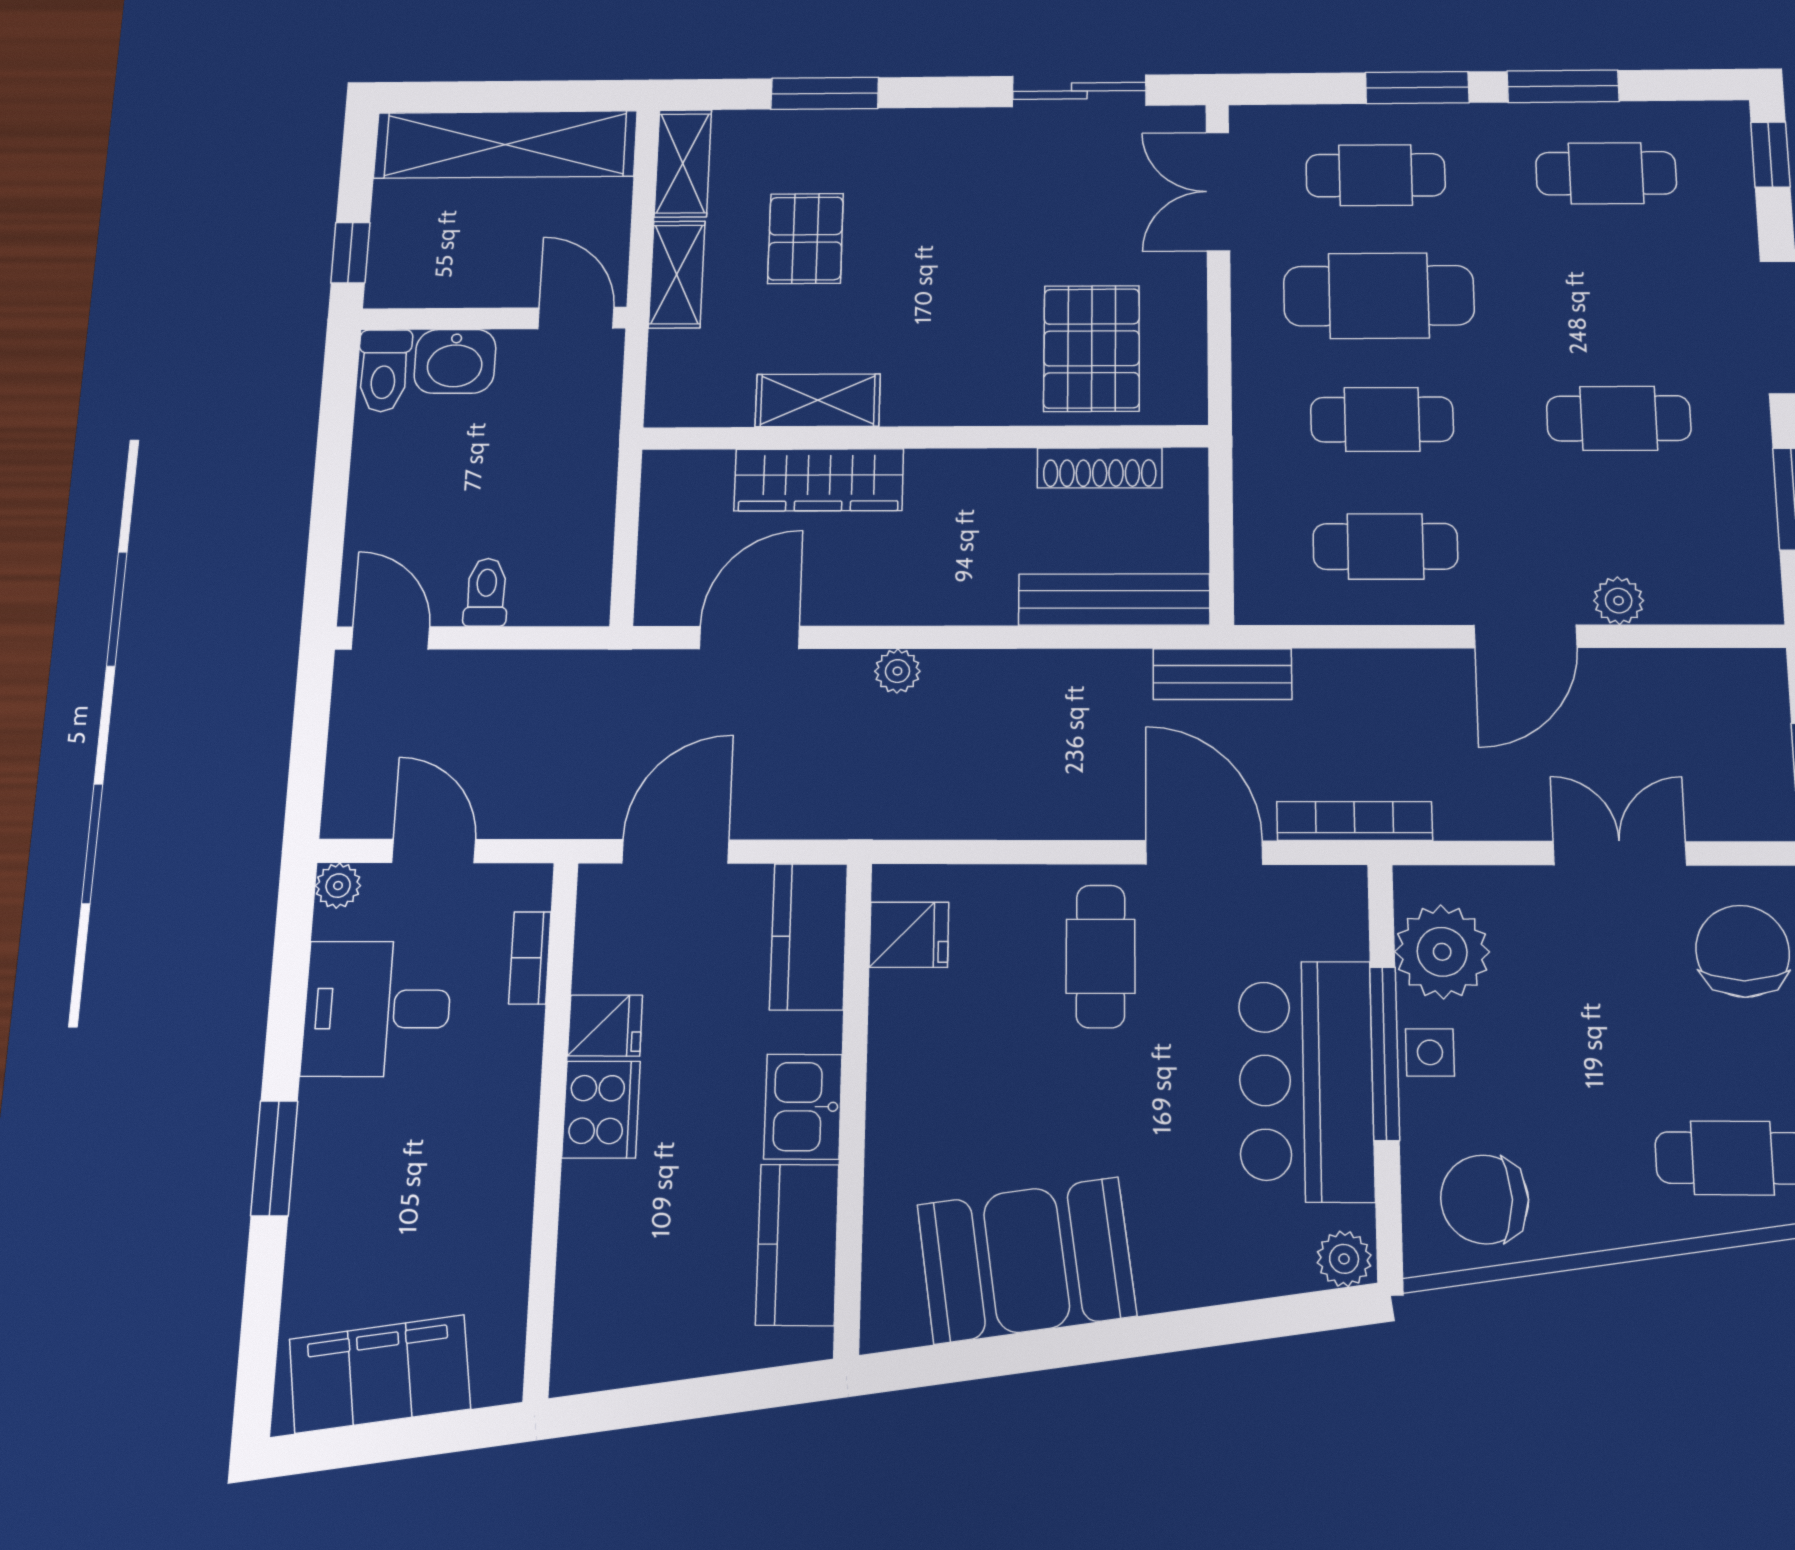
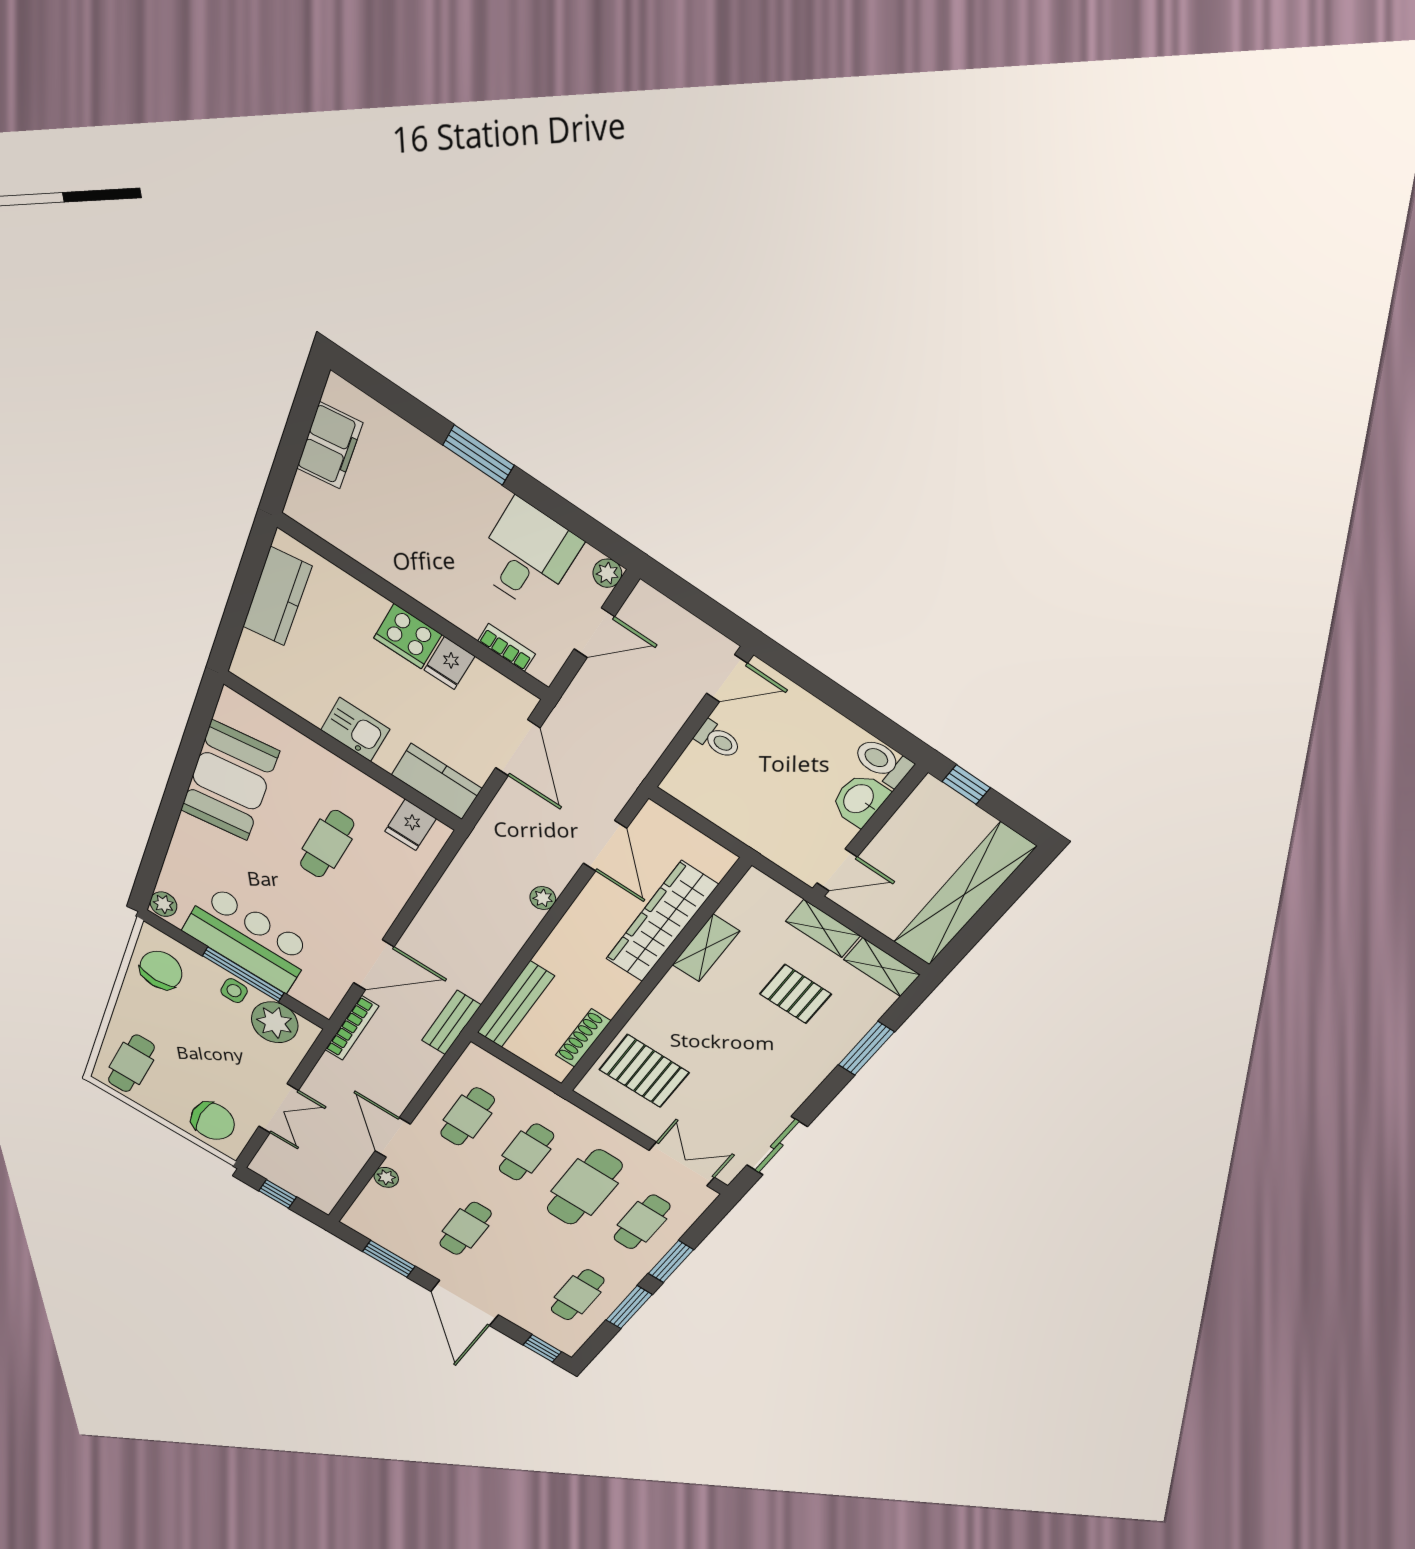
wardrobe: (819, 480) -> (661, 922), width x1.40, depth x1.17
cafe table: (1101, 956) -> (327, 844), moved, turned 90
kitchen counter: (797, 1245) -> (277, 597), moved, turned 82
filing cabinet: (380, 1374) -> (330, 446), width x0.67, depth x0.86

